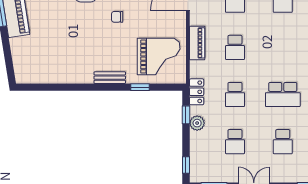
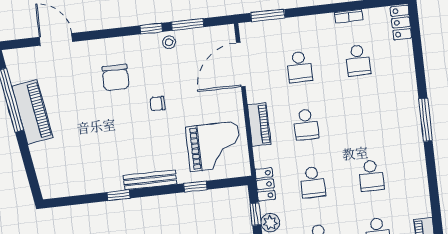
bench: (110, 78) -> (150, 180), width x1.36
window: (77, 87) -> (119, 195), added
school desk: (283, 94) -> (371, 176), width x0.54

